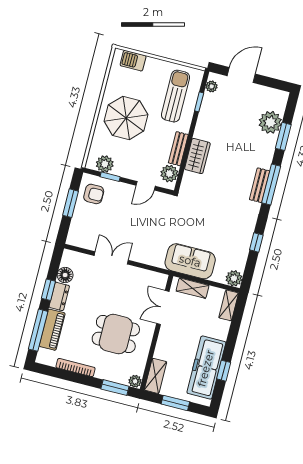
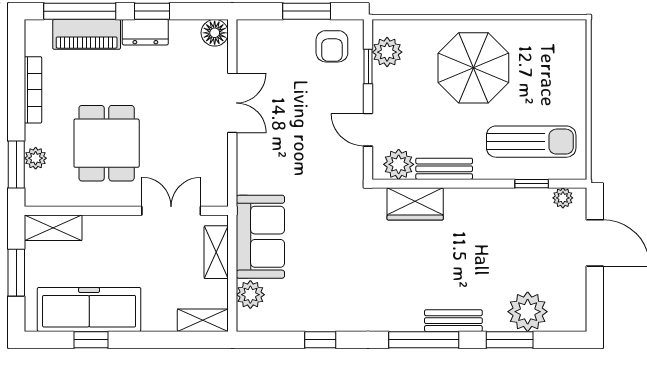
barbecue: (133, 61) -> (572, 55), removed
wardrobe: (197, 156) -> (415, 204), moved
bench: (260, 185) -> (453, 321), moved
floor lamp: (65, 275) -> (215, 33), moved
plant: (234, 278) -> (250, 295), moved
plant: (135, 381) -> (36, 158), moved

